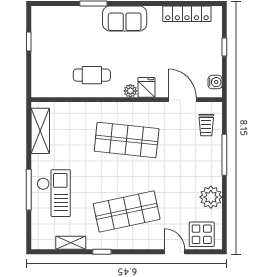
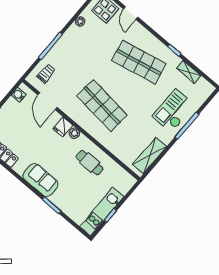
kitchen unit: (40, 38) -> (102, 212), added
plant: (211, 197) -> (80, 21), width x0.53, depth x0.53

